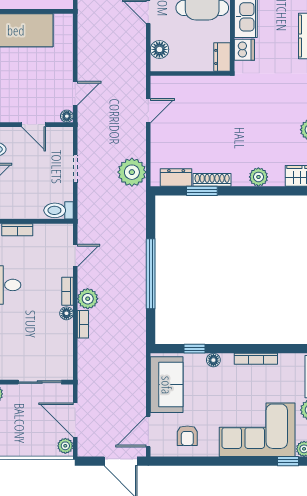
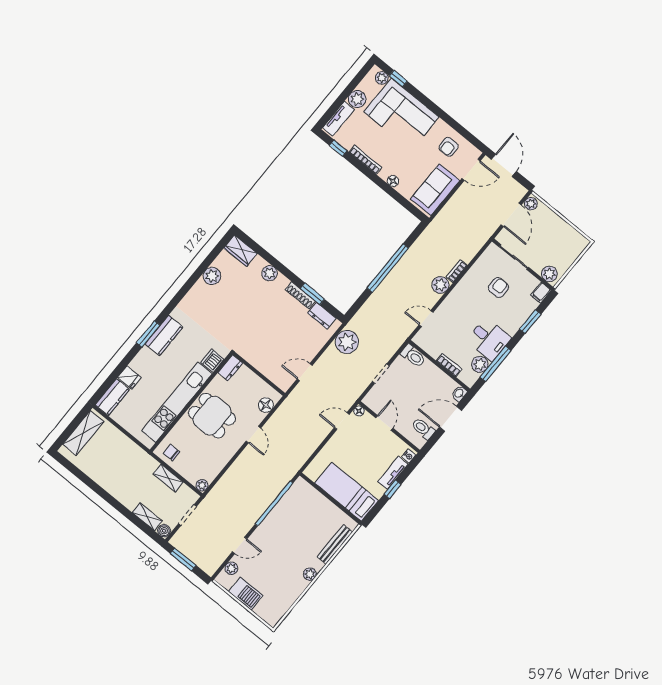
bookcase: (67, 291) -> (449, 300), removed
floor lamp: (66, 313) -> (461, 287), removed
armchair: (31, 341) -> (498, 287), added
window: (194, 349) -> (338, 148), moved
armchair: (187, 436) -> (449, 147), turned 180

